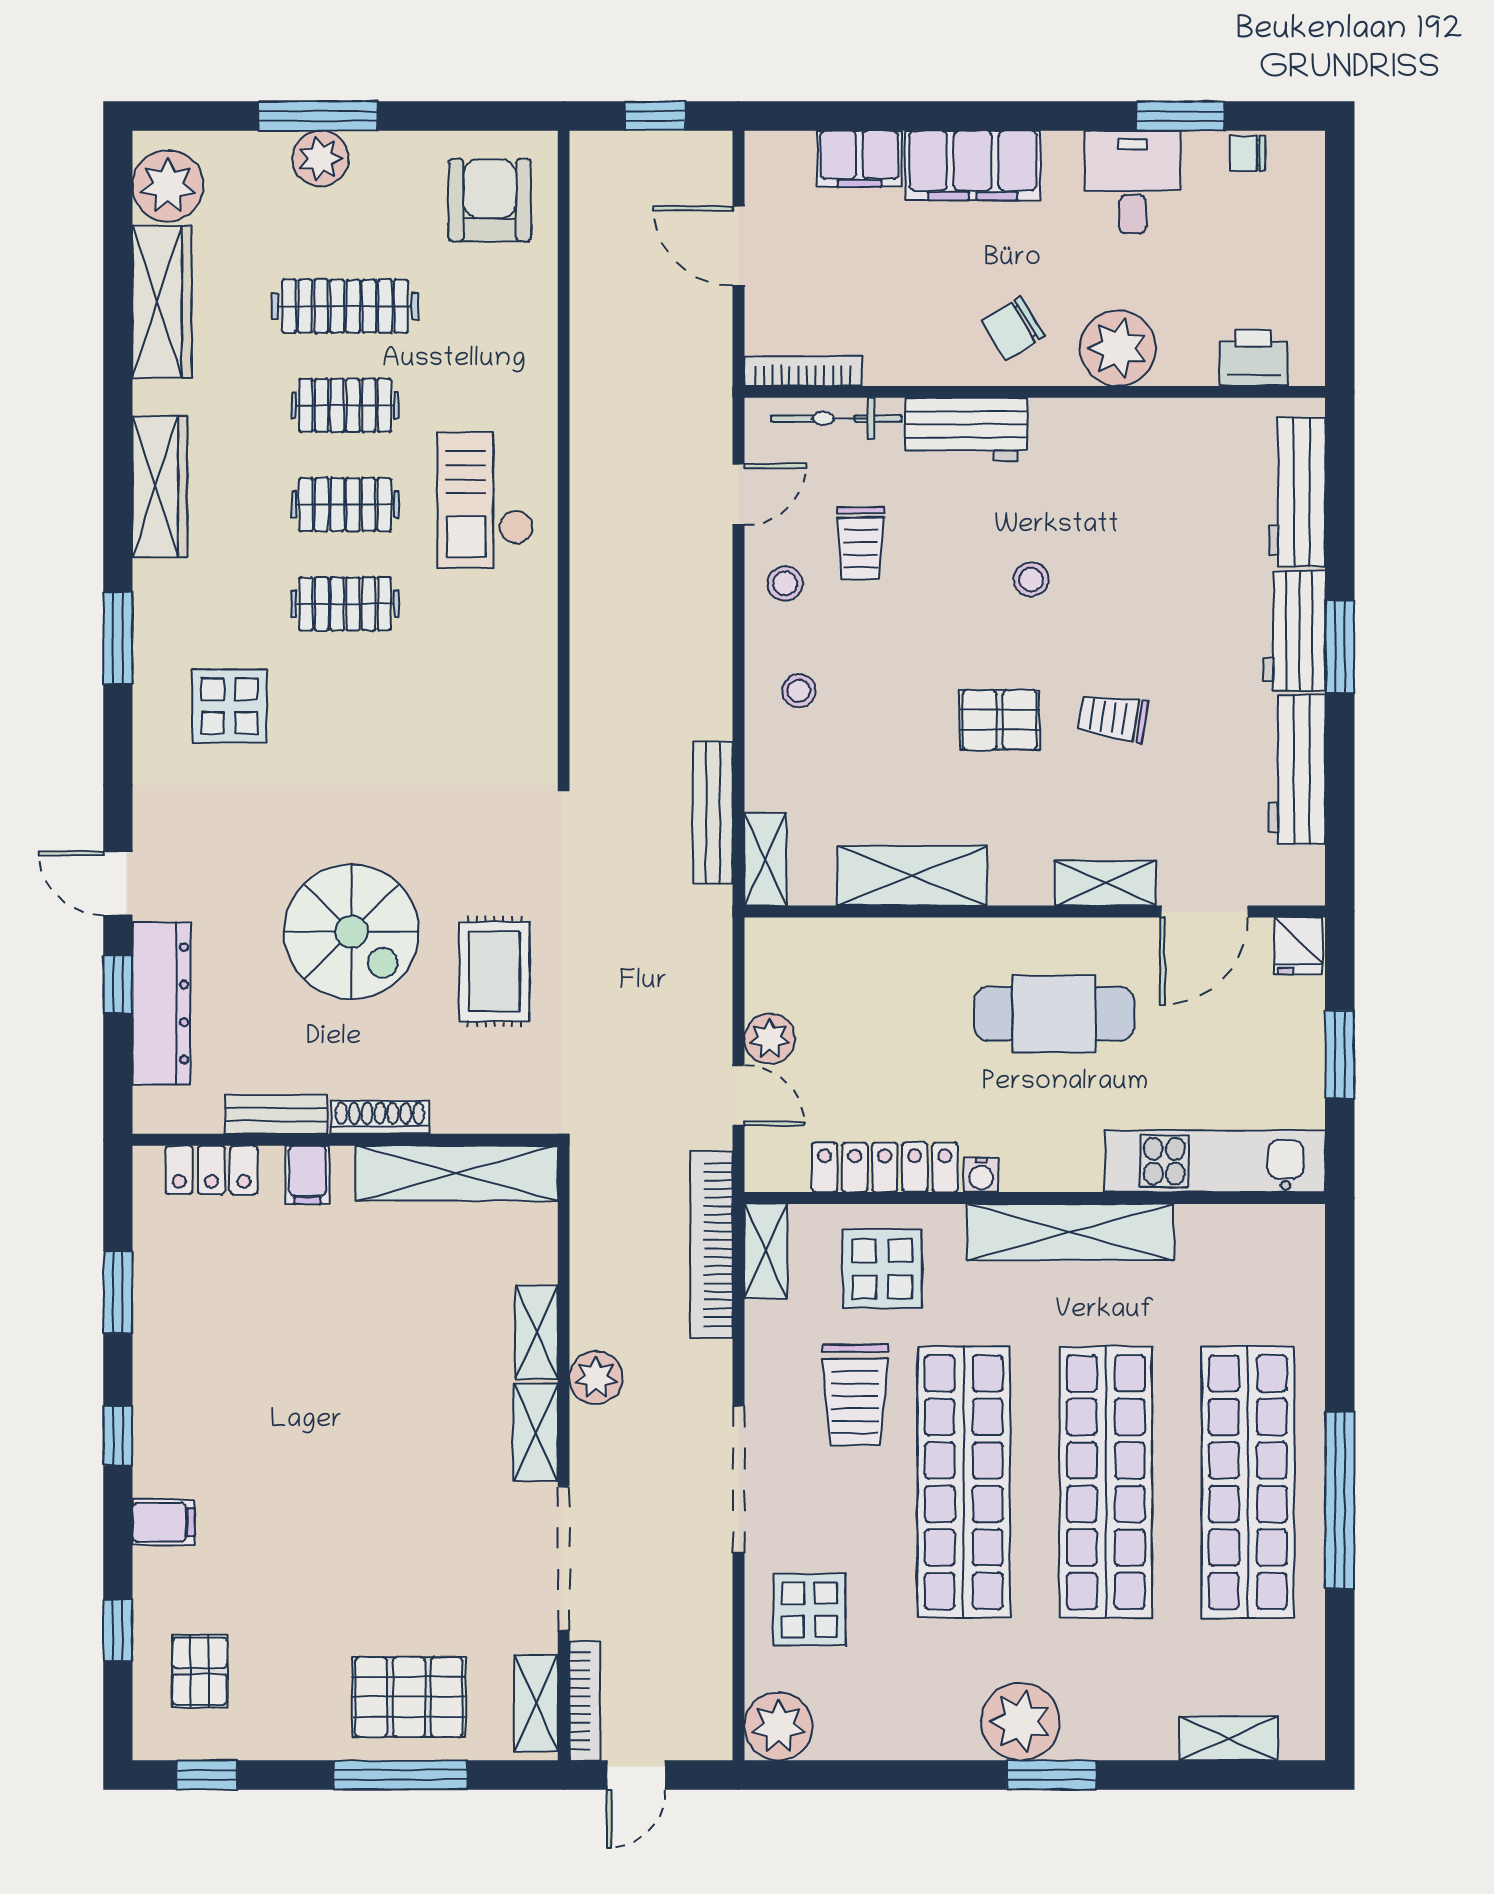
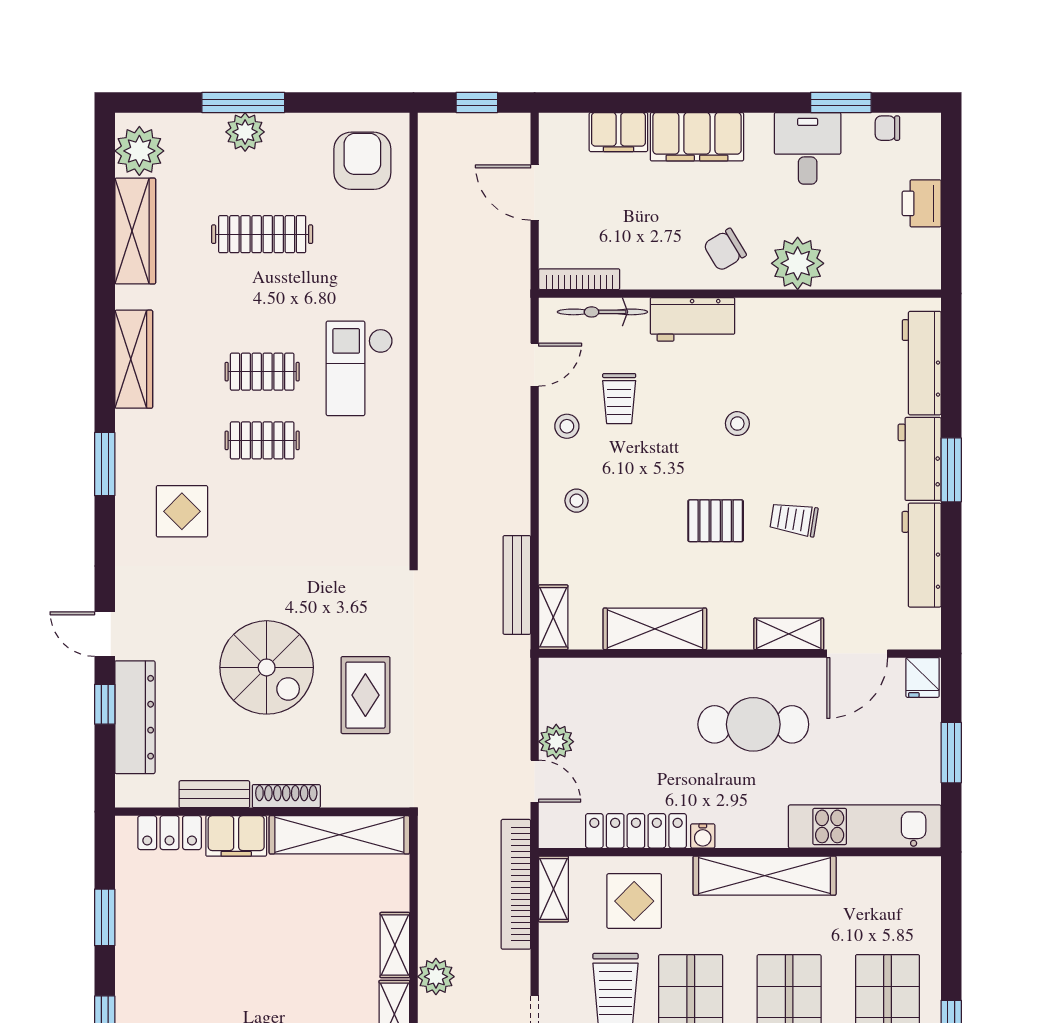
printer: (1254, 358) -> (922, 203), moved, turned -90
clothes rail: (345, 405) -> (262, 303), removed
filing cabinet: (308, 1175) -> (236, 836), width x2.00

